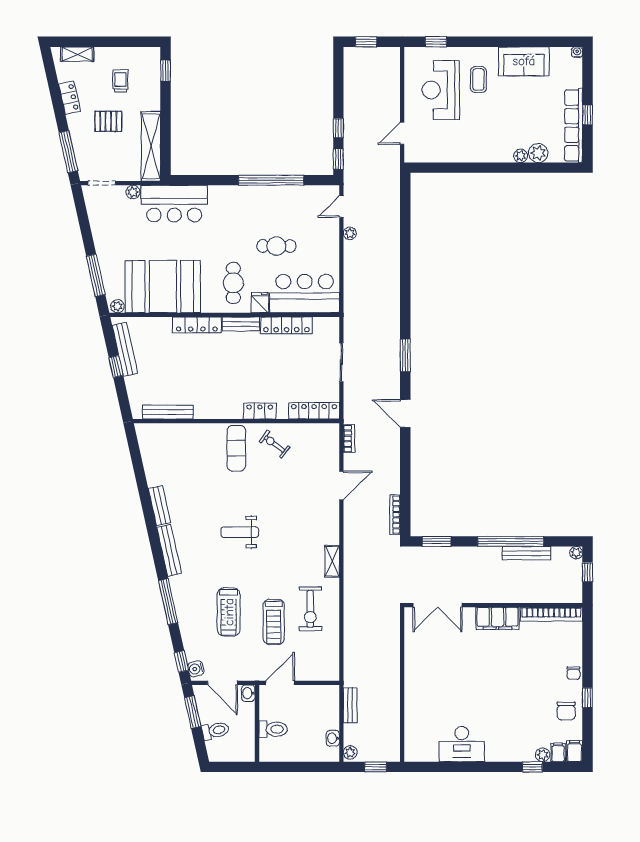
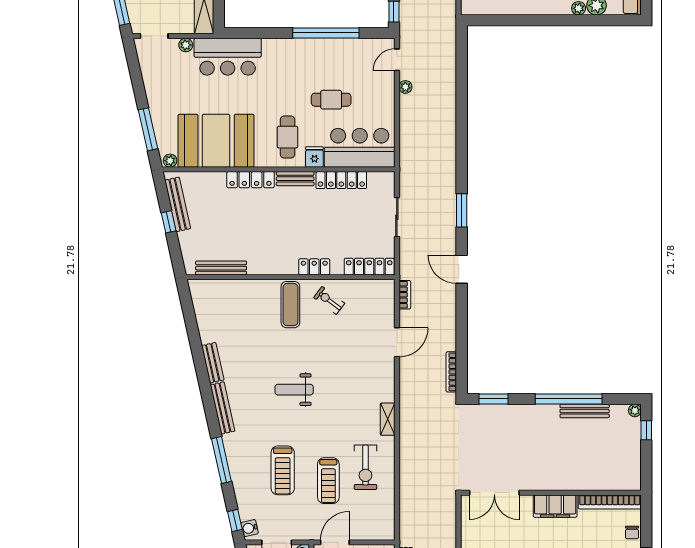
double door: (438, 605) -> (494, 493), moved
wall: (493, 605) -> (551, 493), moved
bookcase: (551, 614) -> (610, 502), moved
filing cabinet: (497, 618) -> (555, 506), moved

